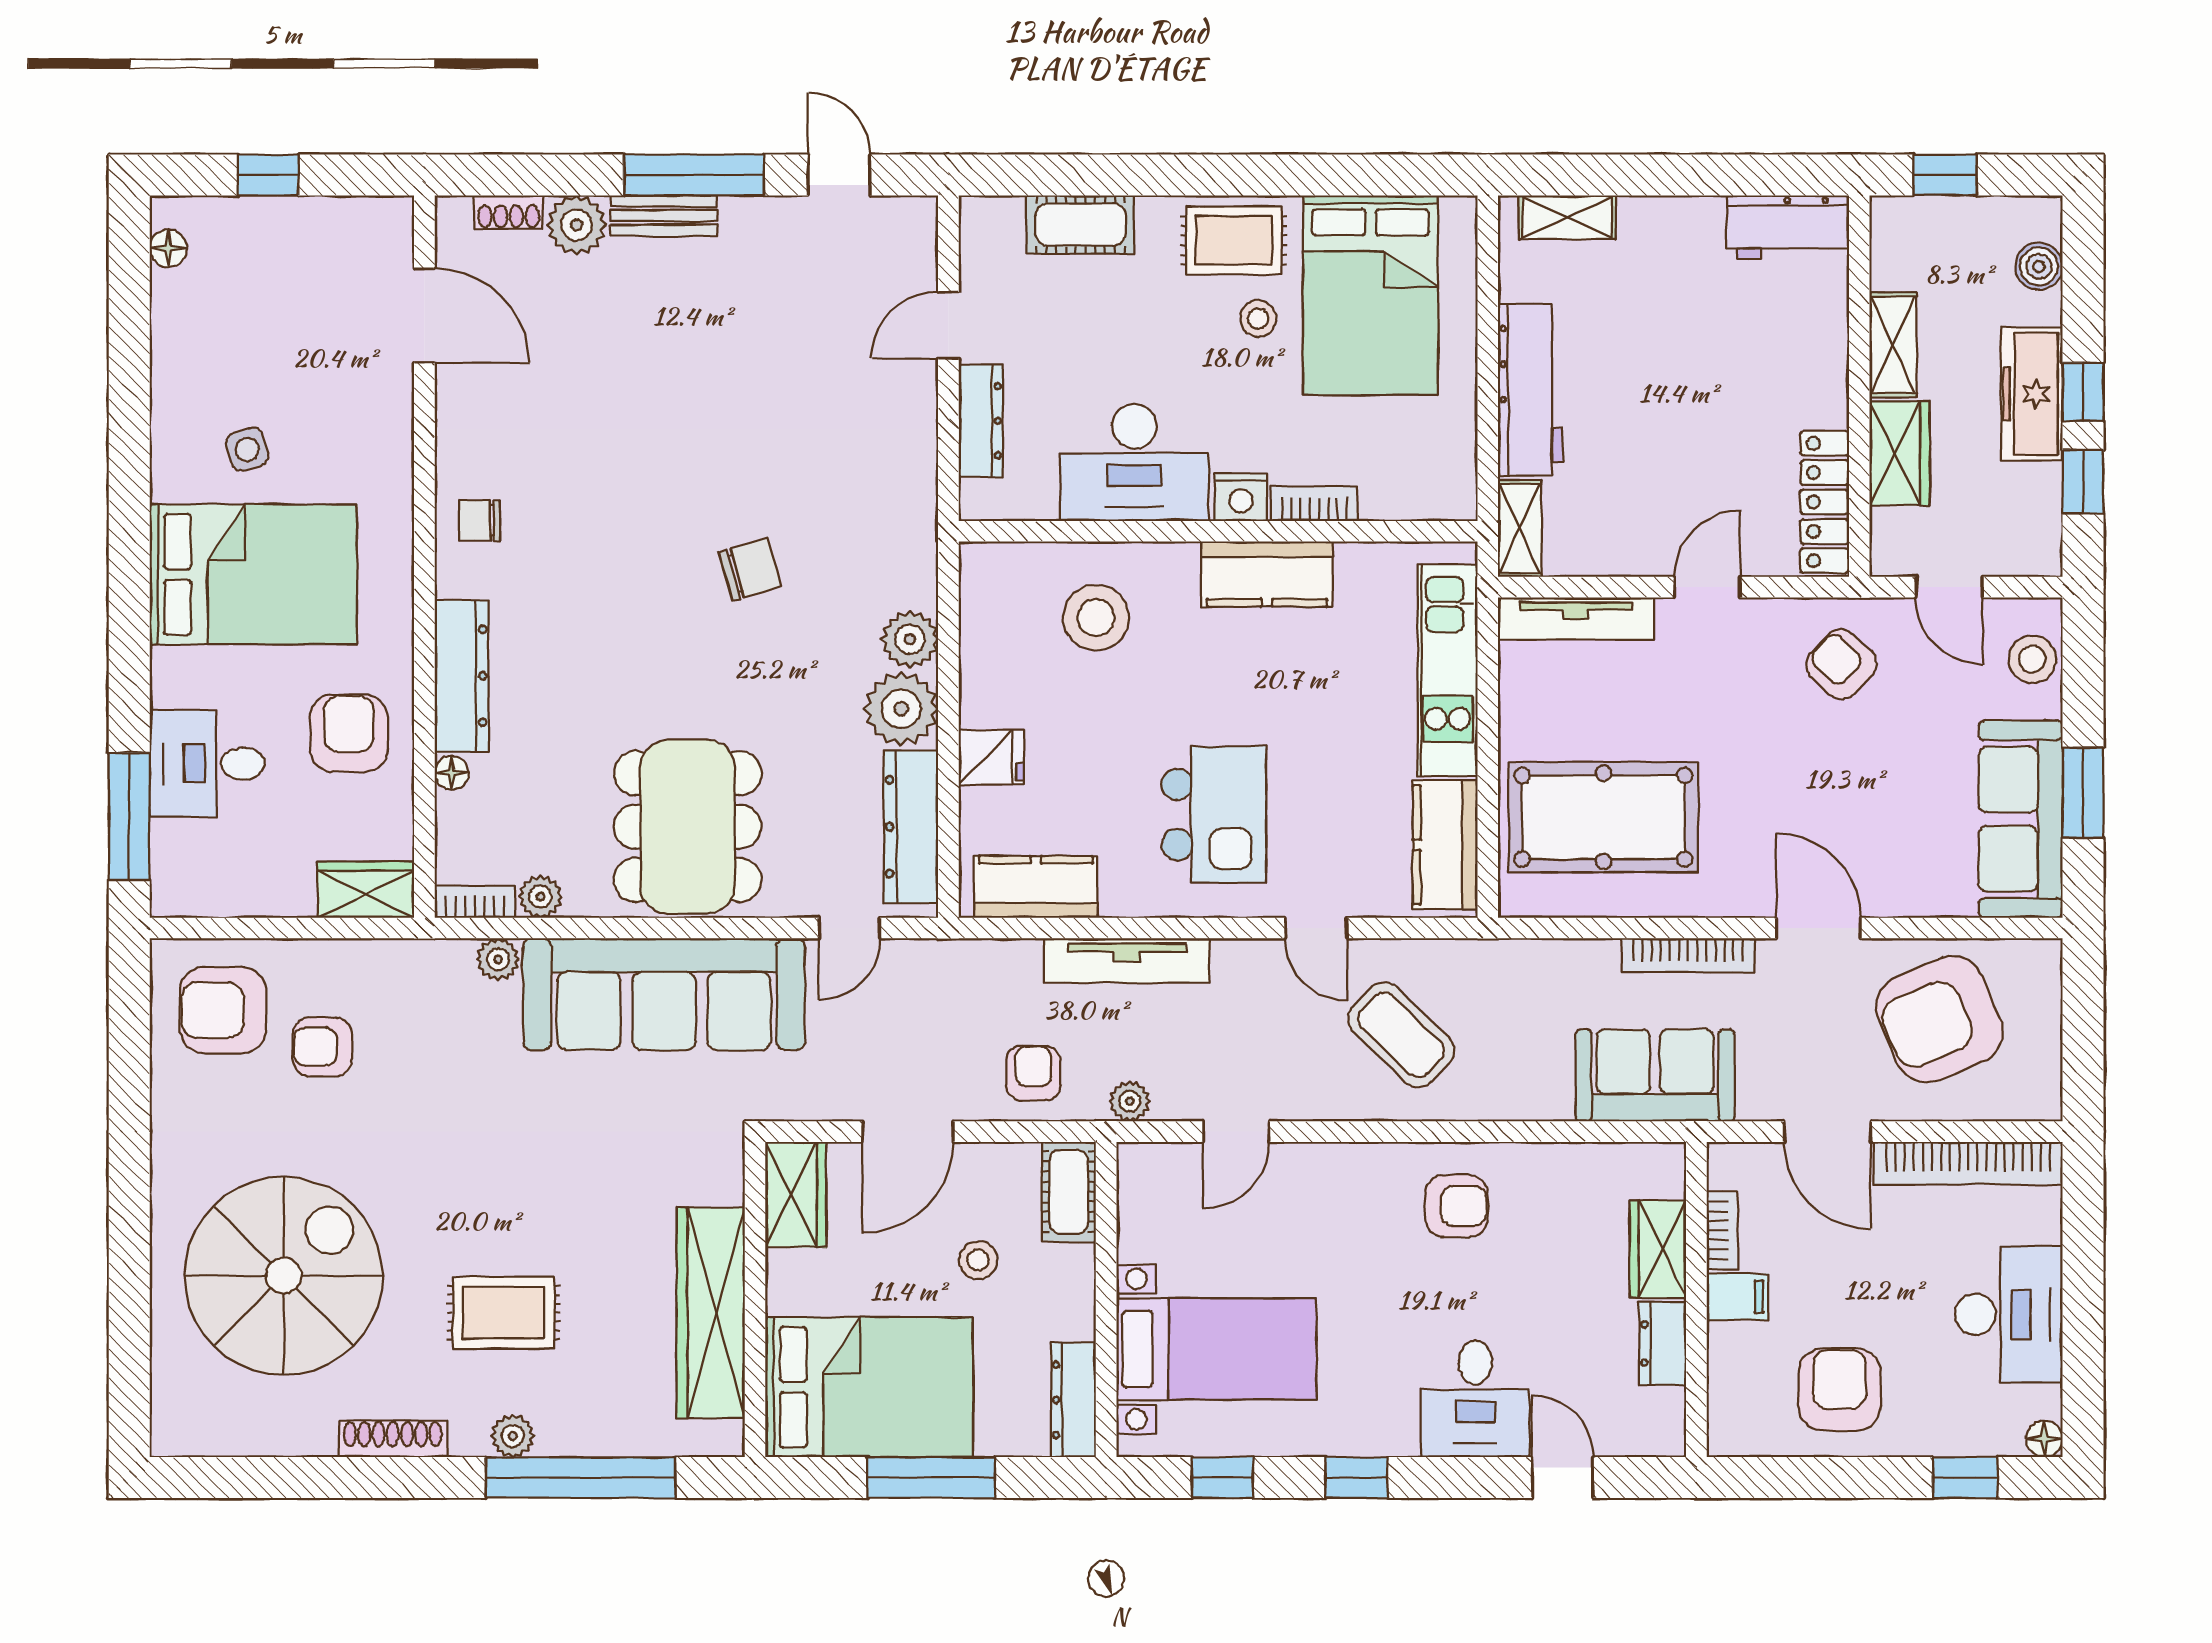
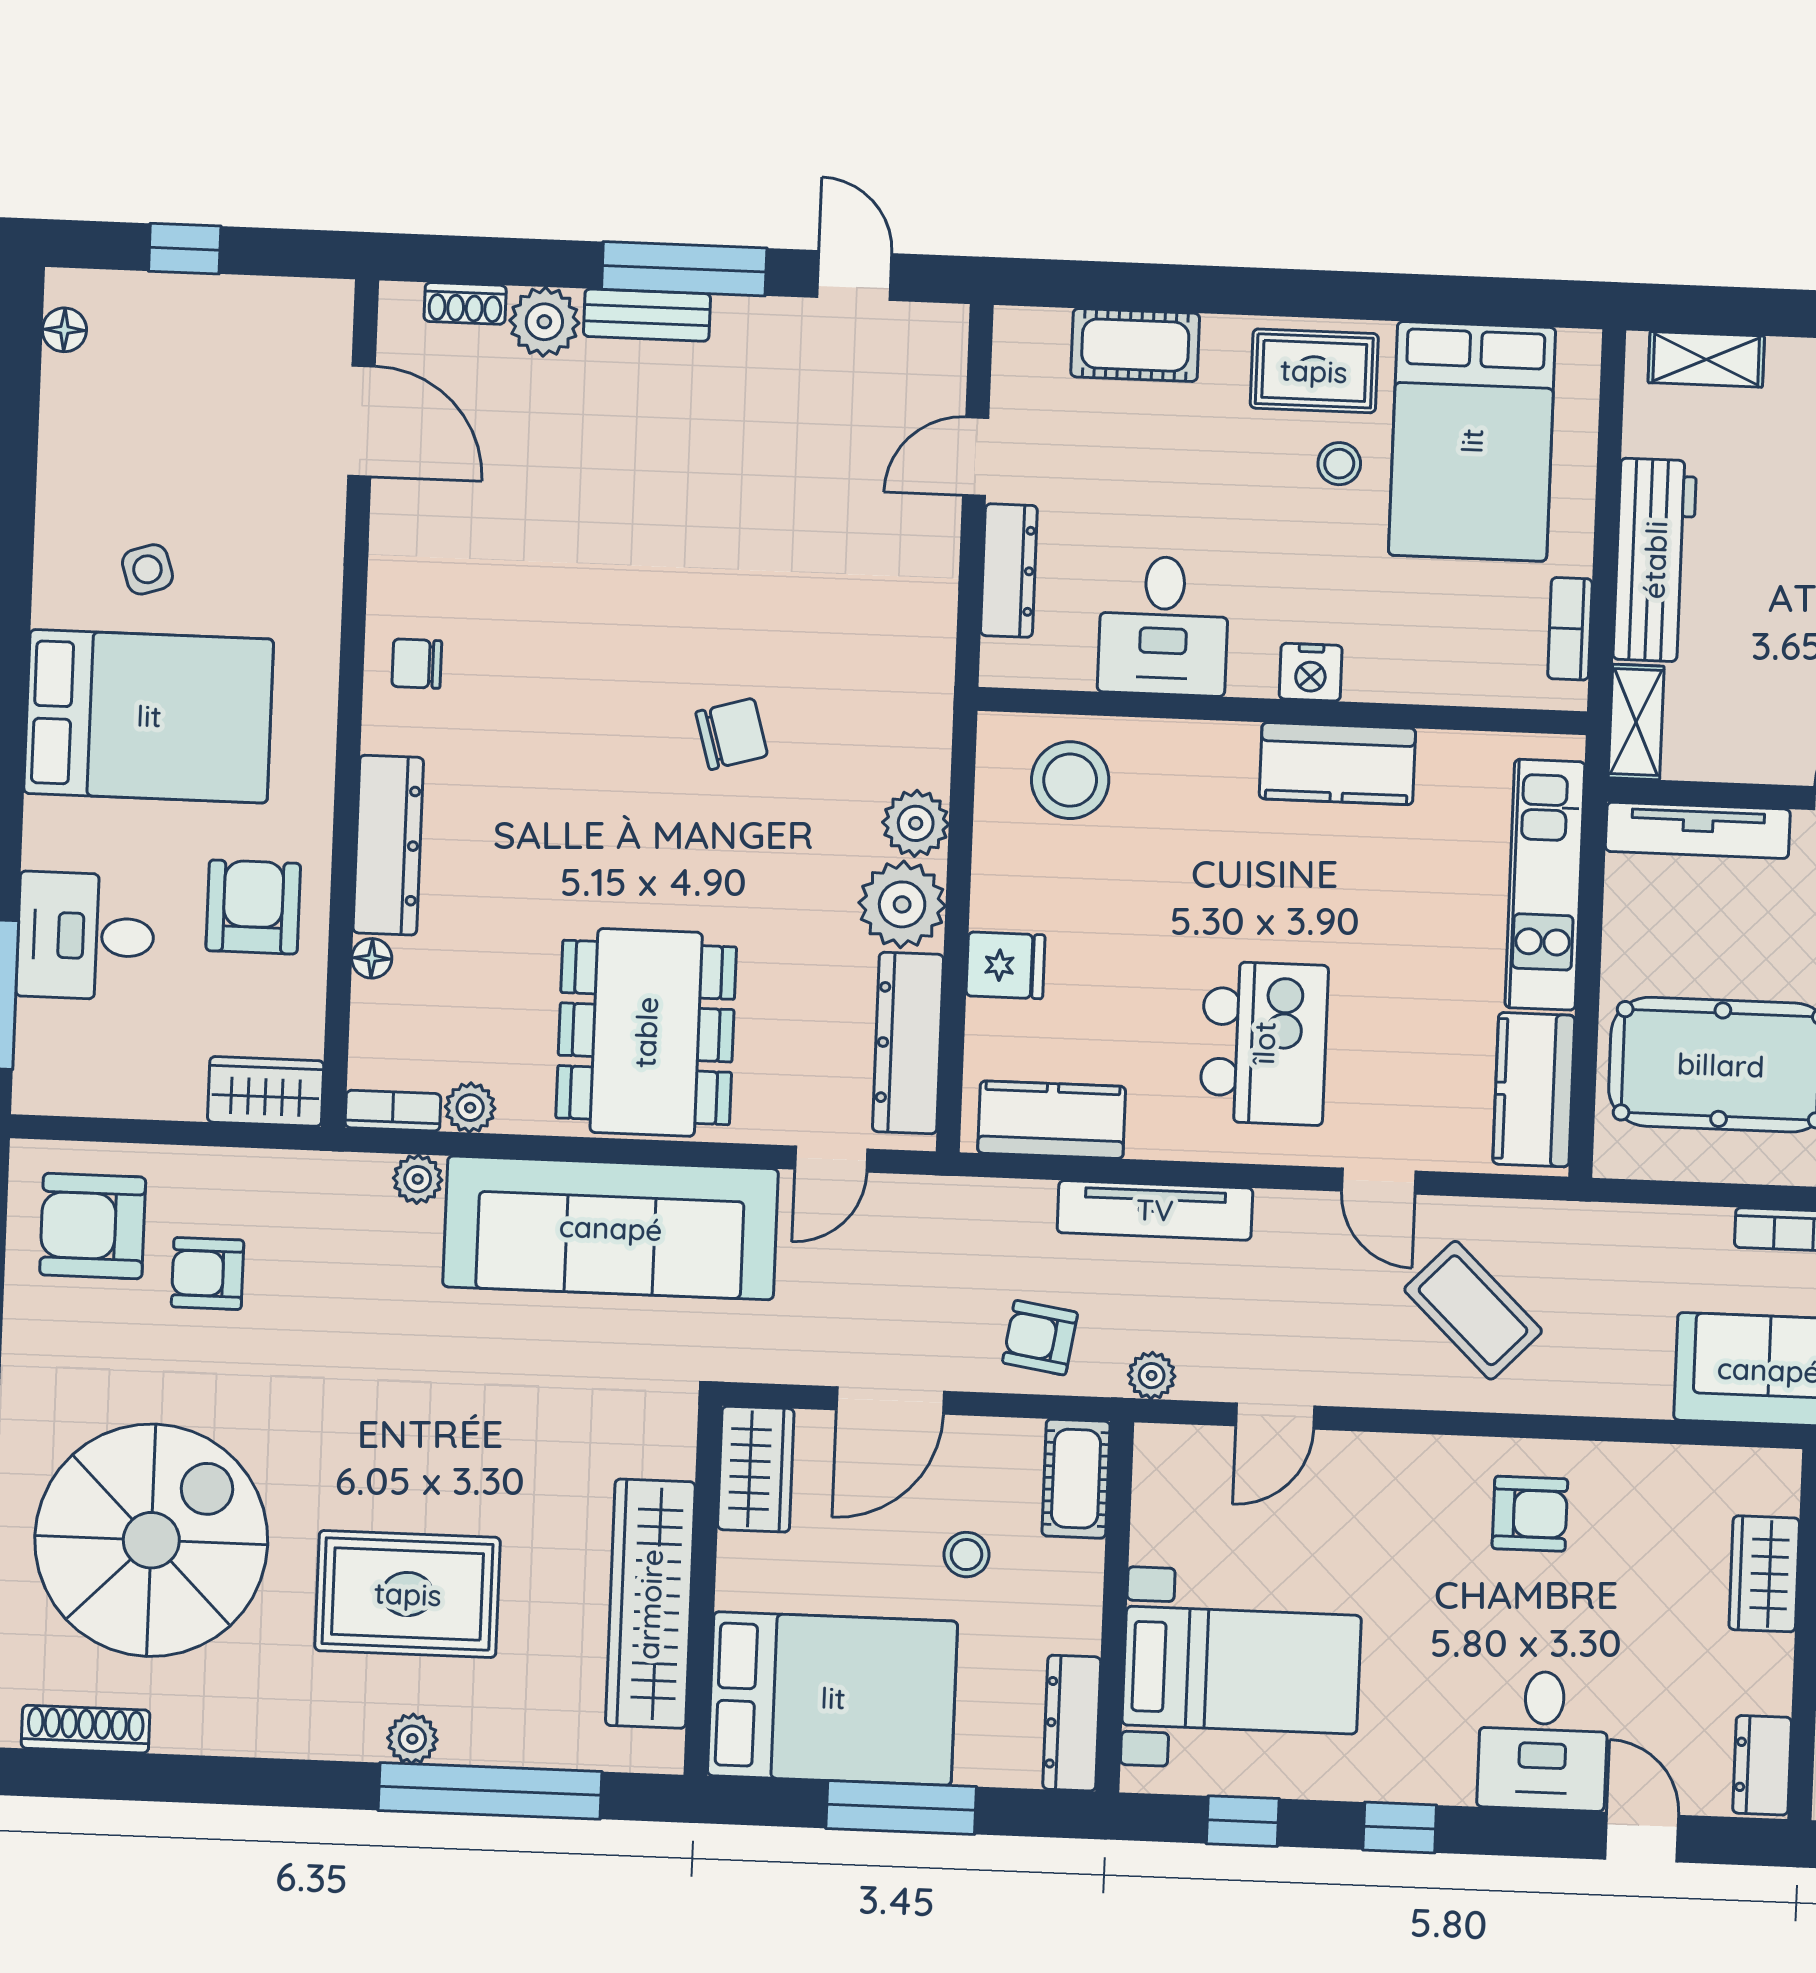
desk: (1134, 463) -> (1164, 626), width x0.73
bookcase: (1314, 504) -> (1570, 629), moved, turned -90
stool: (1096, 618) -> (1070, 780), moved
armchair: (1033, 1073) -> (1040, 1338), turned -81
rug: (504, 1313) -> (408, 1594), width x1.36, depth x1.43
dresser: (1663, 1344) -> (1762, 1765), moved
shoe rack: (393, 1439) -> (86, 1729), moved

